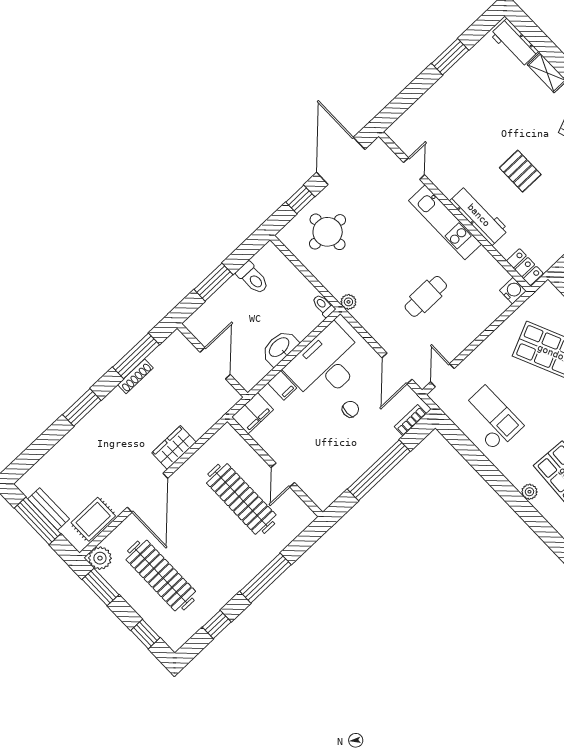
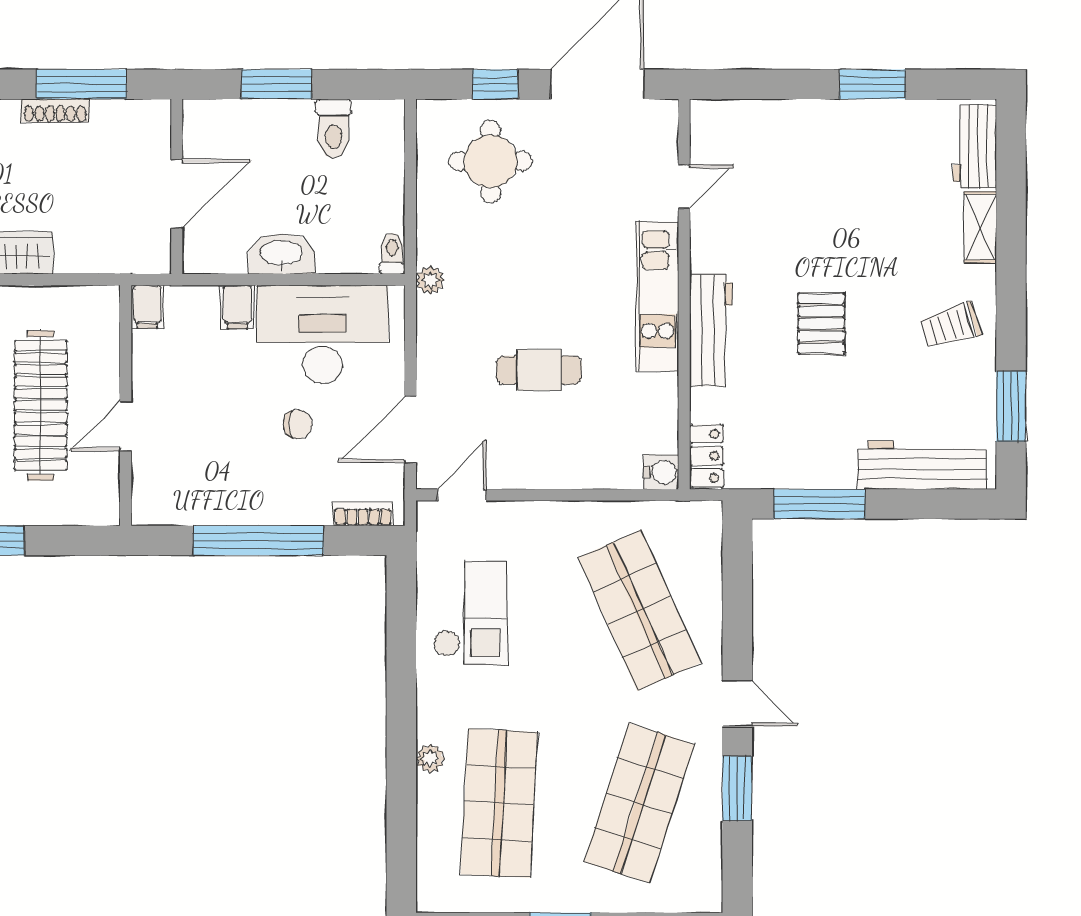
filing cabinet: (253, 413) -> (147, 307), width x0.50

